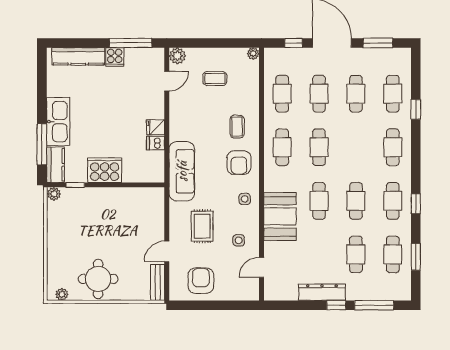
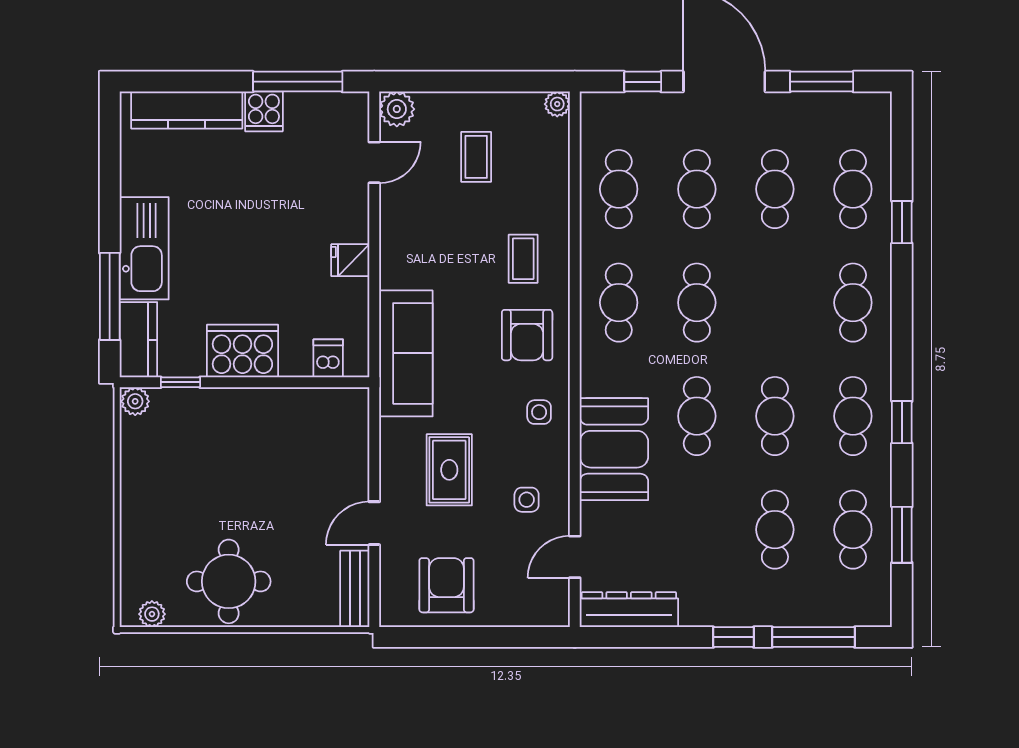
coffee table: (215, 78) -> (476, 157), turned 90
dishwasher: (156, 143) -> (328, 358), moved, turned 90
dresser: (322, 292) -> (629, 610), moved

